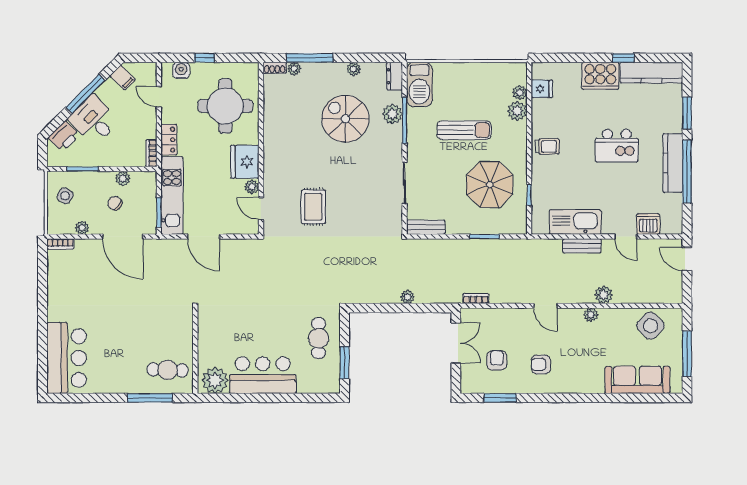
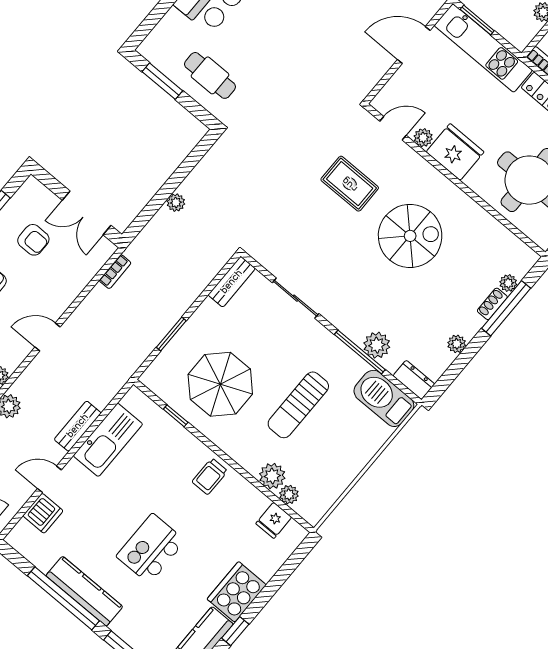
shoe rack: (275, 68) -> (492, 304), moved
spiral stairs: (345, 119) -> (410, 236), moved

